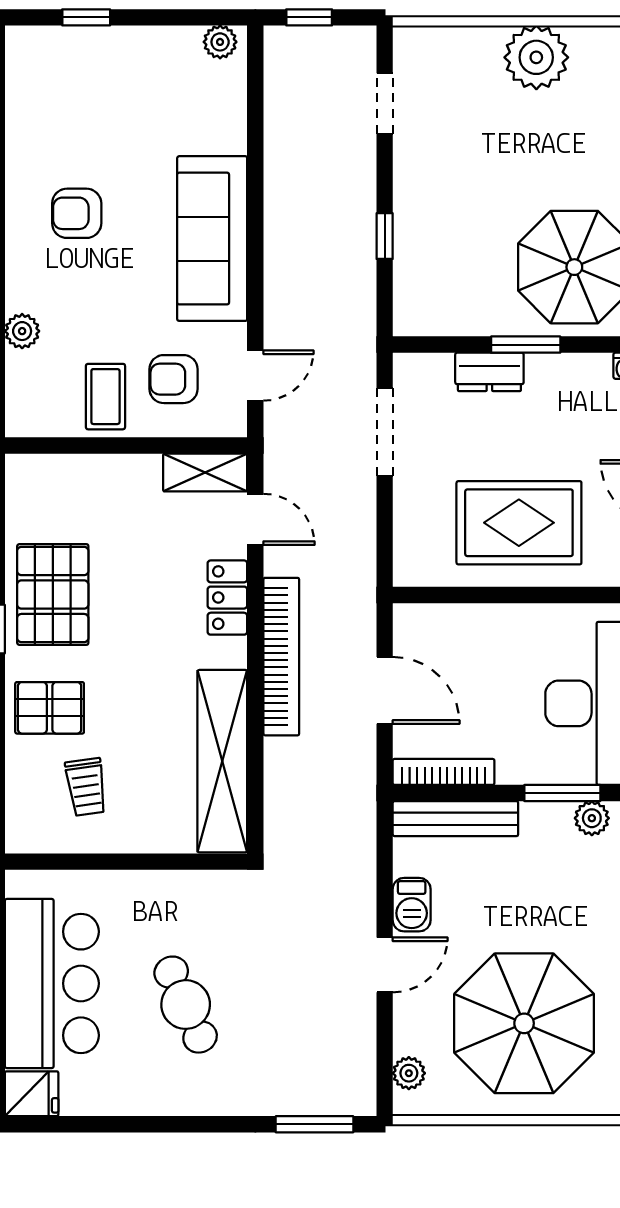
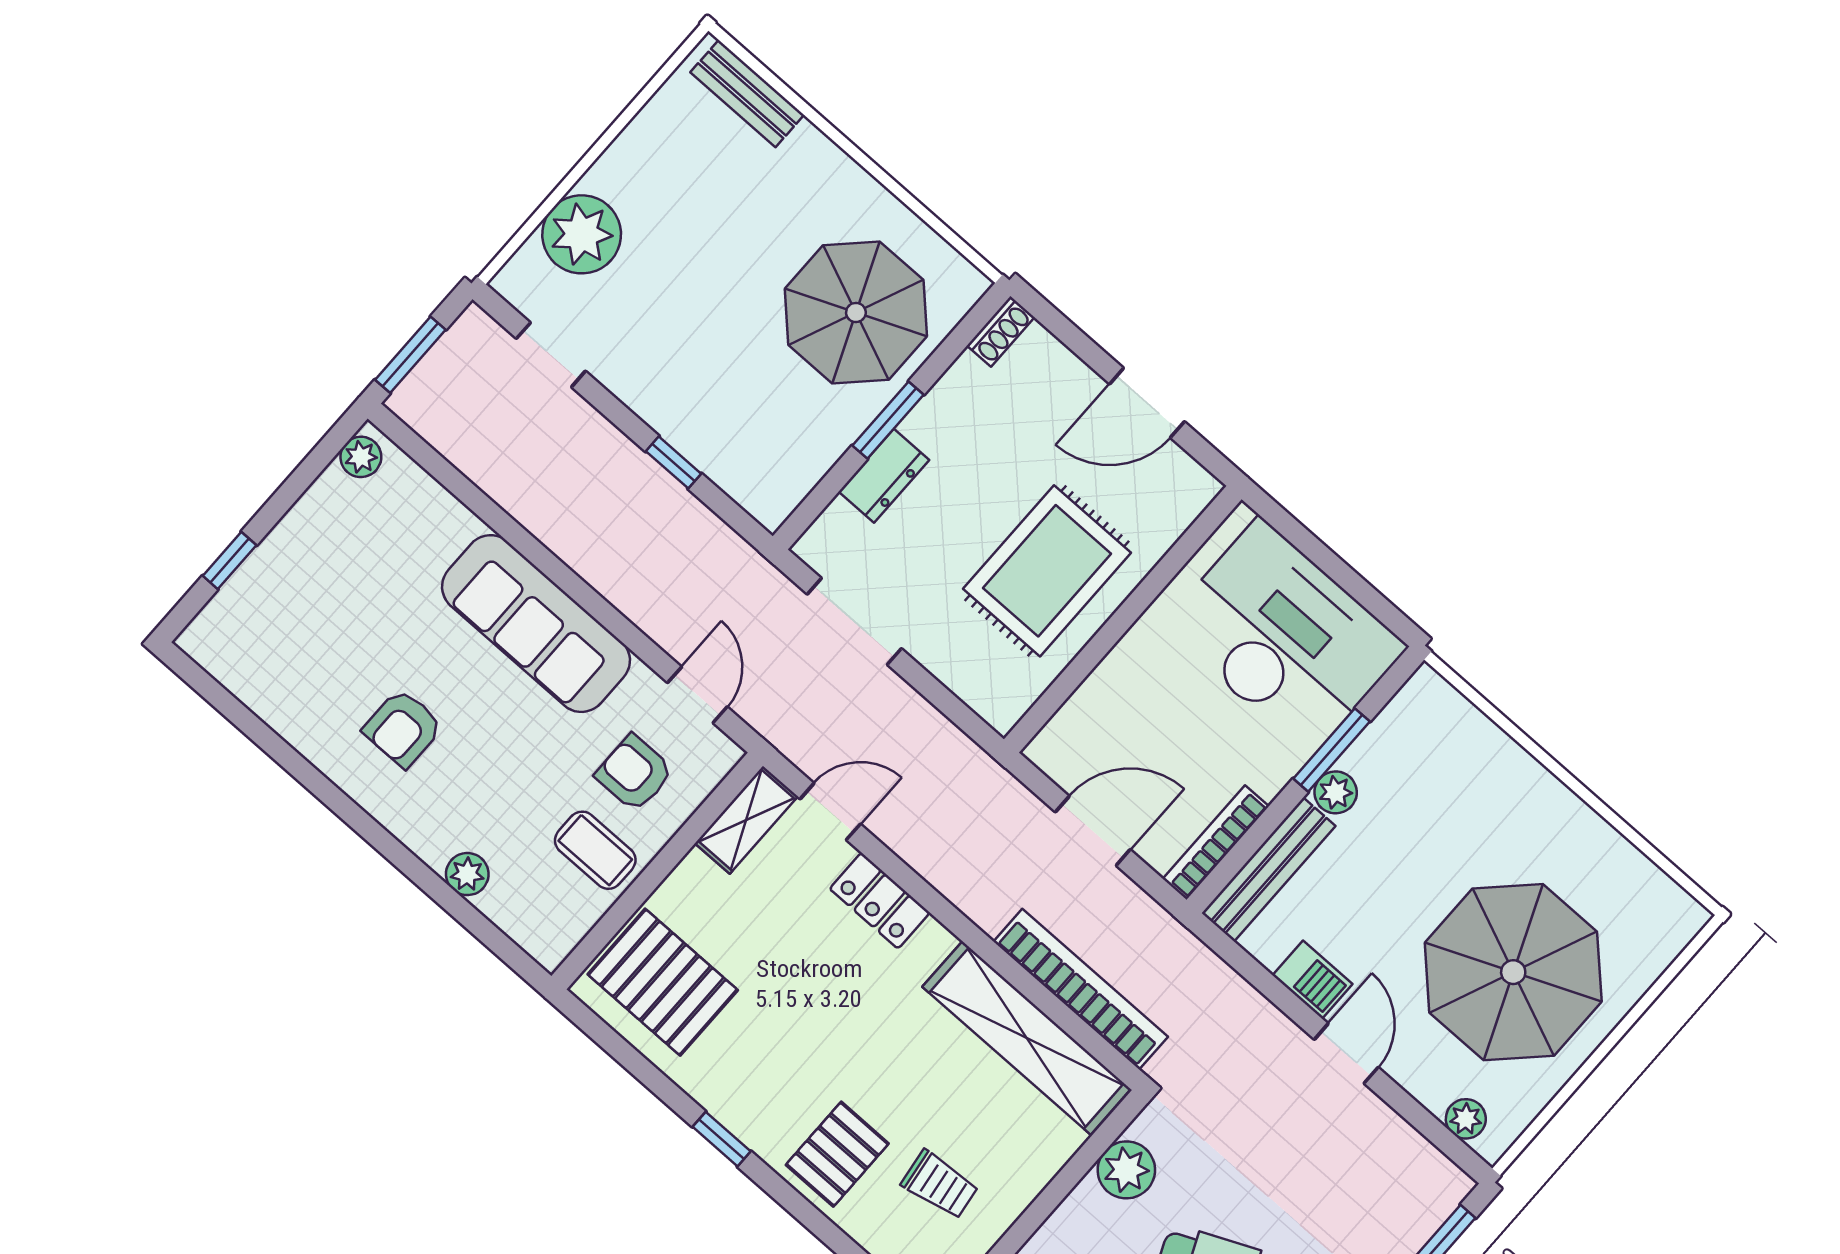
window: (309, 17) -> (410, 355), width x1.50
plant: (536, 57) -> (582, 234), moved
armchair: (174, 379) -> (634, 773), turned 90
pallet: (53, 595) -> (663, 982), moved
bookcase: (281, 657) -> (1081, 989), moved
plant: (592, 818) -> (1336, 792), moved
plant: (195, 893) -> (1126, 1170), added

